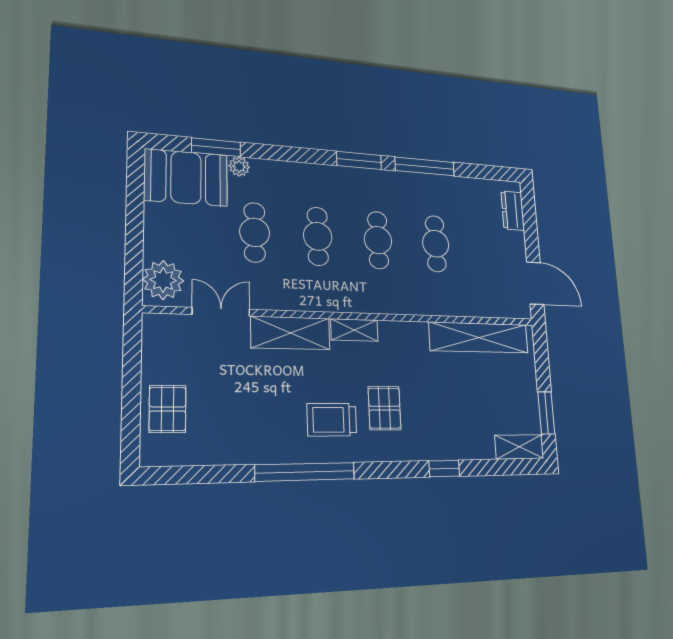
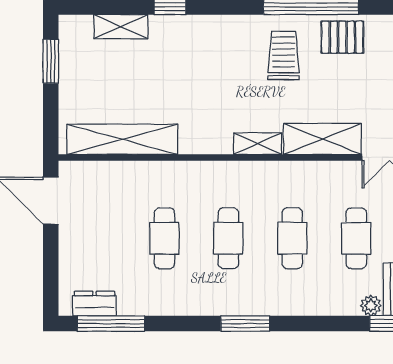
window: (425, 167) -> (111, 324), moved
dresser: (513, 211) -> (95, 304), moved, turned -90
pallet: (385, 408) -> (342, 37), moved, turned 90
trolley: (332, 420) -> (284, 55), turned -90
shelving: (519, 447) -> (121, 27), moved

